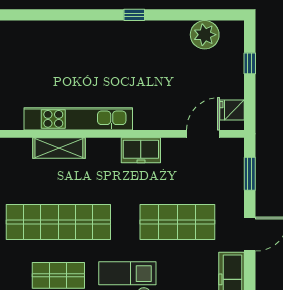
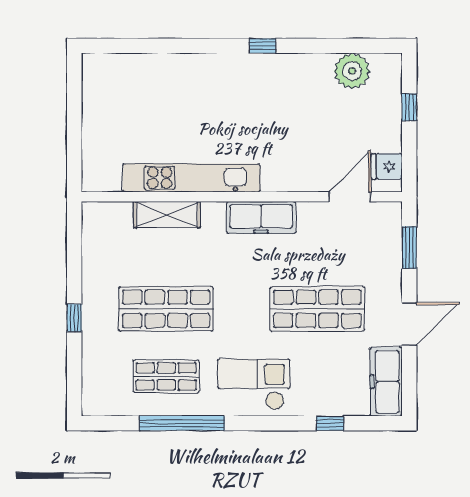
freezer: (141, 150) -> (261, 218), width x1.40
shop shelf: (58, 222) -> (166, 309), width x0.71

